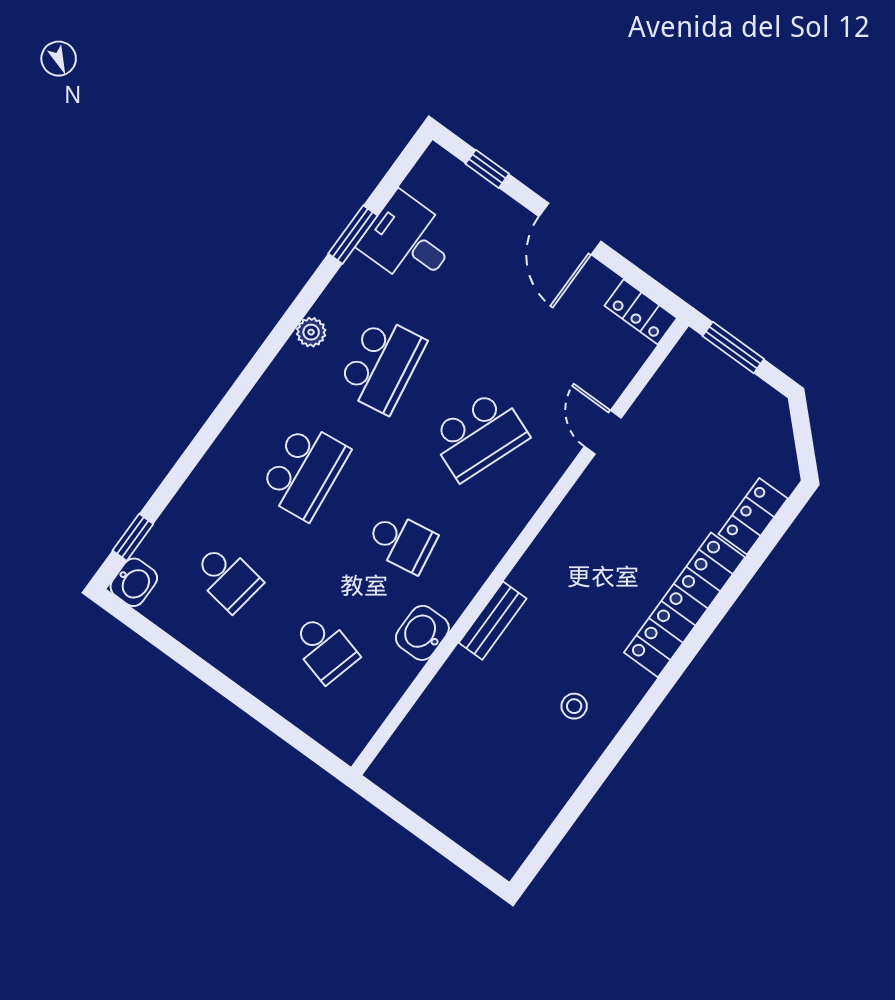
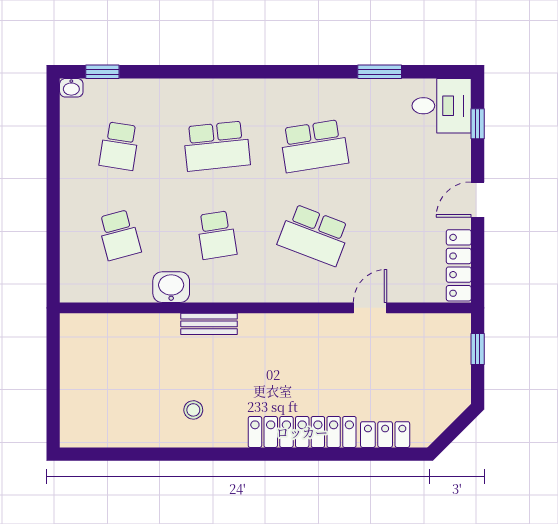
door: (570, 229) -> (478, 200), width x0.73
desk: (409, 241) -> (442, 106), moved, turned 90
locker: (641, 312) -> (459, 265), width x1.53
plant: (311, 332) -> (303, 89), removed
window: (733, 347) -> (478, 349), width x0.67
washbasin: (134, 582) -> (71, 88), width x0.72, depth x0.69
school desk: (324, 648) -> (119, 235), turned -30

